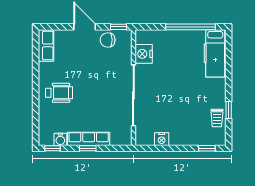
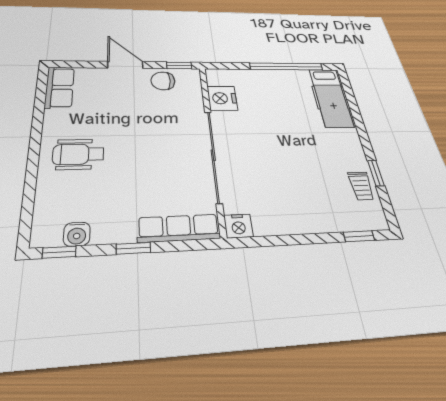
wheelchair: (59, 93) -> (78, 154), turned 180
row of seats: (89, 139) -> (179, 228), moved
nightstand: (162, 139) -> (238, 226), moved

